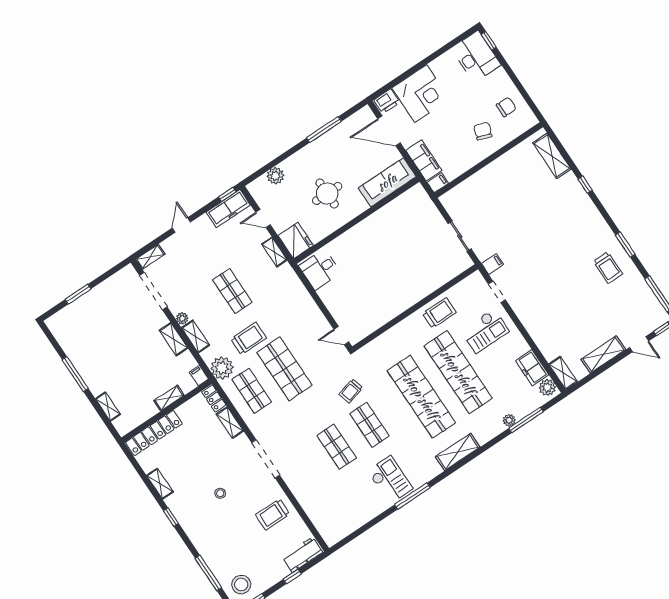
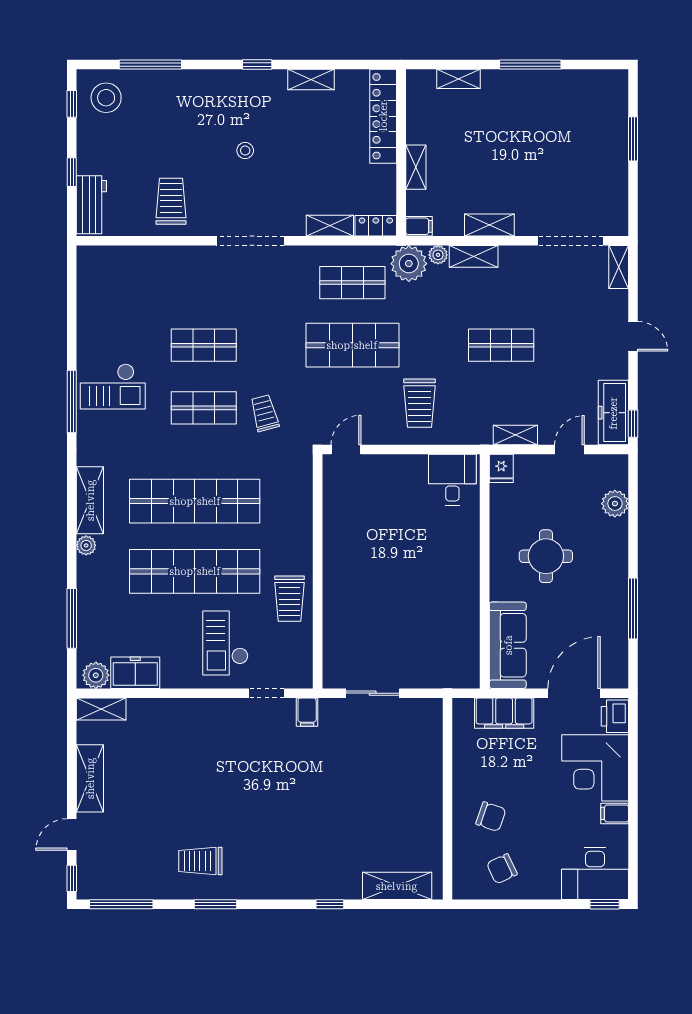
chair: (506, 107) -> (502, 869), turned 65
filing cabinet: (438, 183) -> (615, 813), moved, turned 90
fridge: (296, 241) -> (501, 468), width x0.53, depth x0.75
plant: (182, 318) -> (438, 255), moved
trolley: (249, 338) -> (420, 403), moved
plant: (509, 420) -> (86, 545), moved

